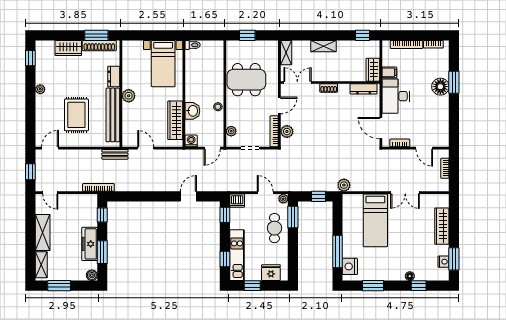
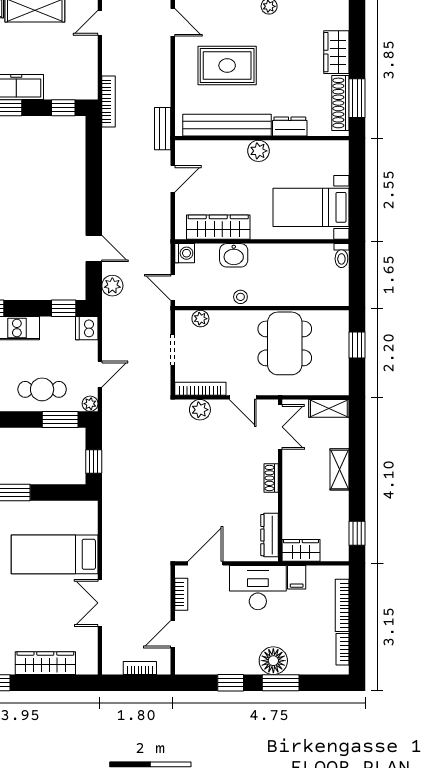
window: (454, 113) -> (231, 683), added
plant: (344, 185) -> (112, 286), moved

